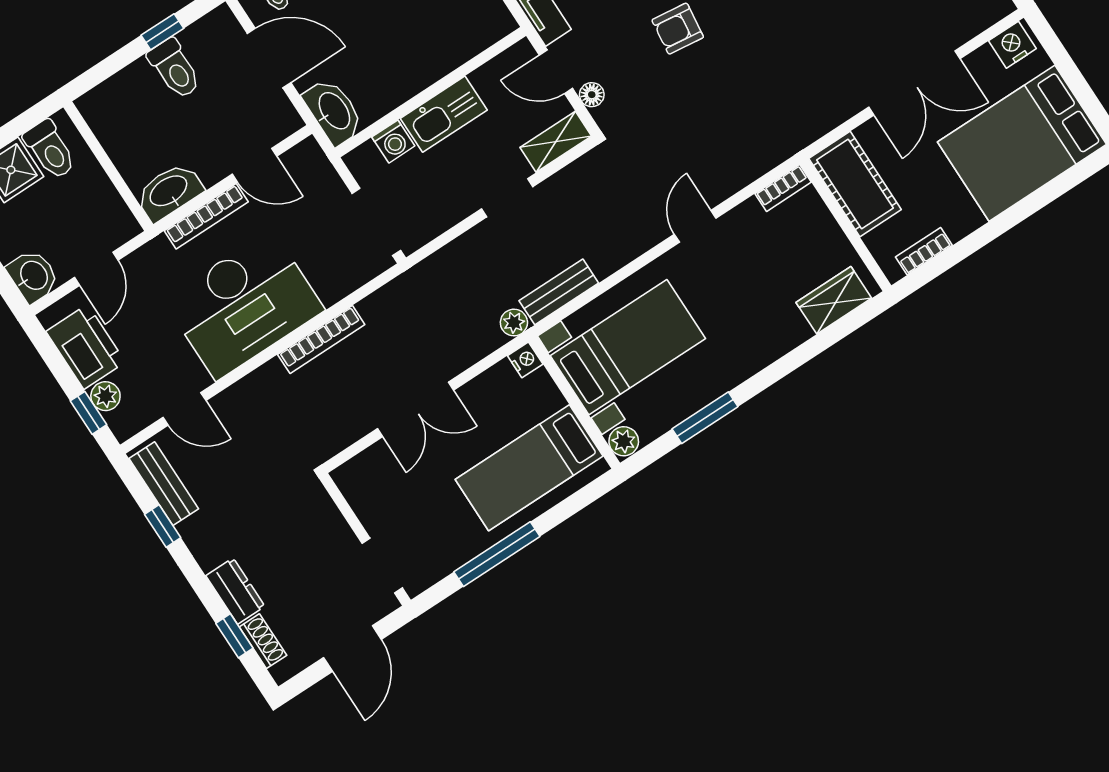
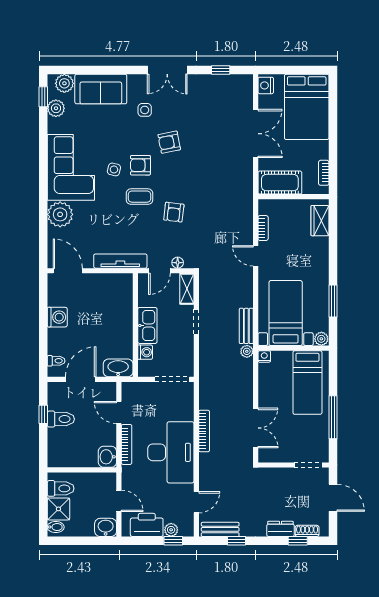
door: (255, 165) -> (119, 412), swing flipped
bookcase: (783, 188) -> (263, 228), moved
washbasin: (169, 192) -> (107, 457), width x0.72
double door: (415, 409) -> (256, 428), moved

